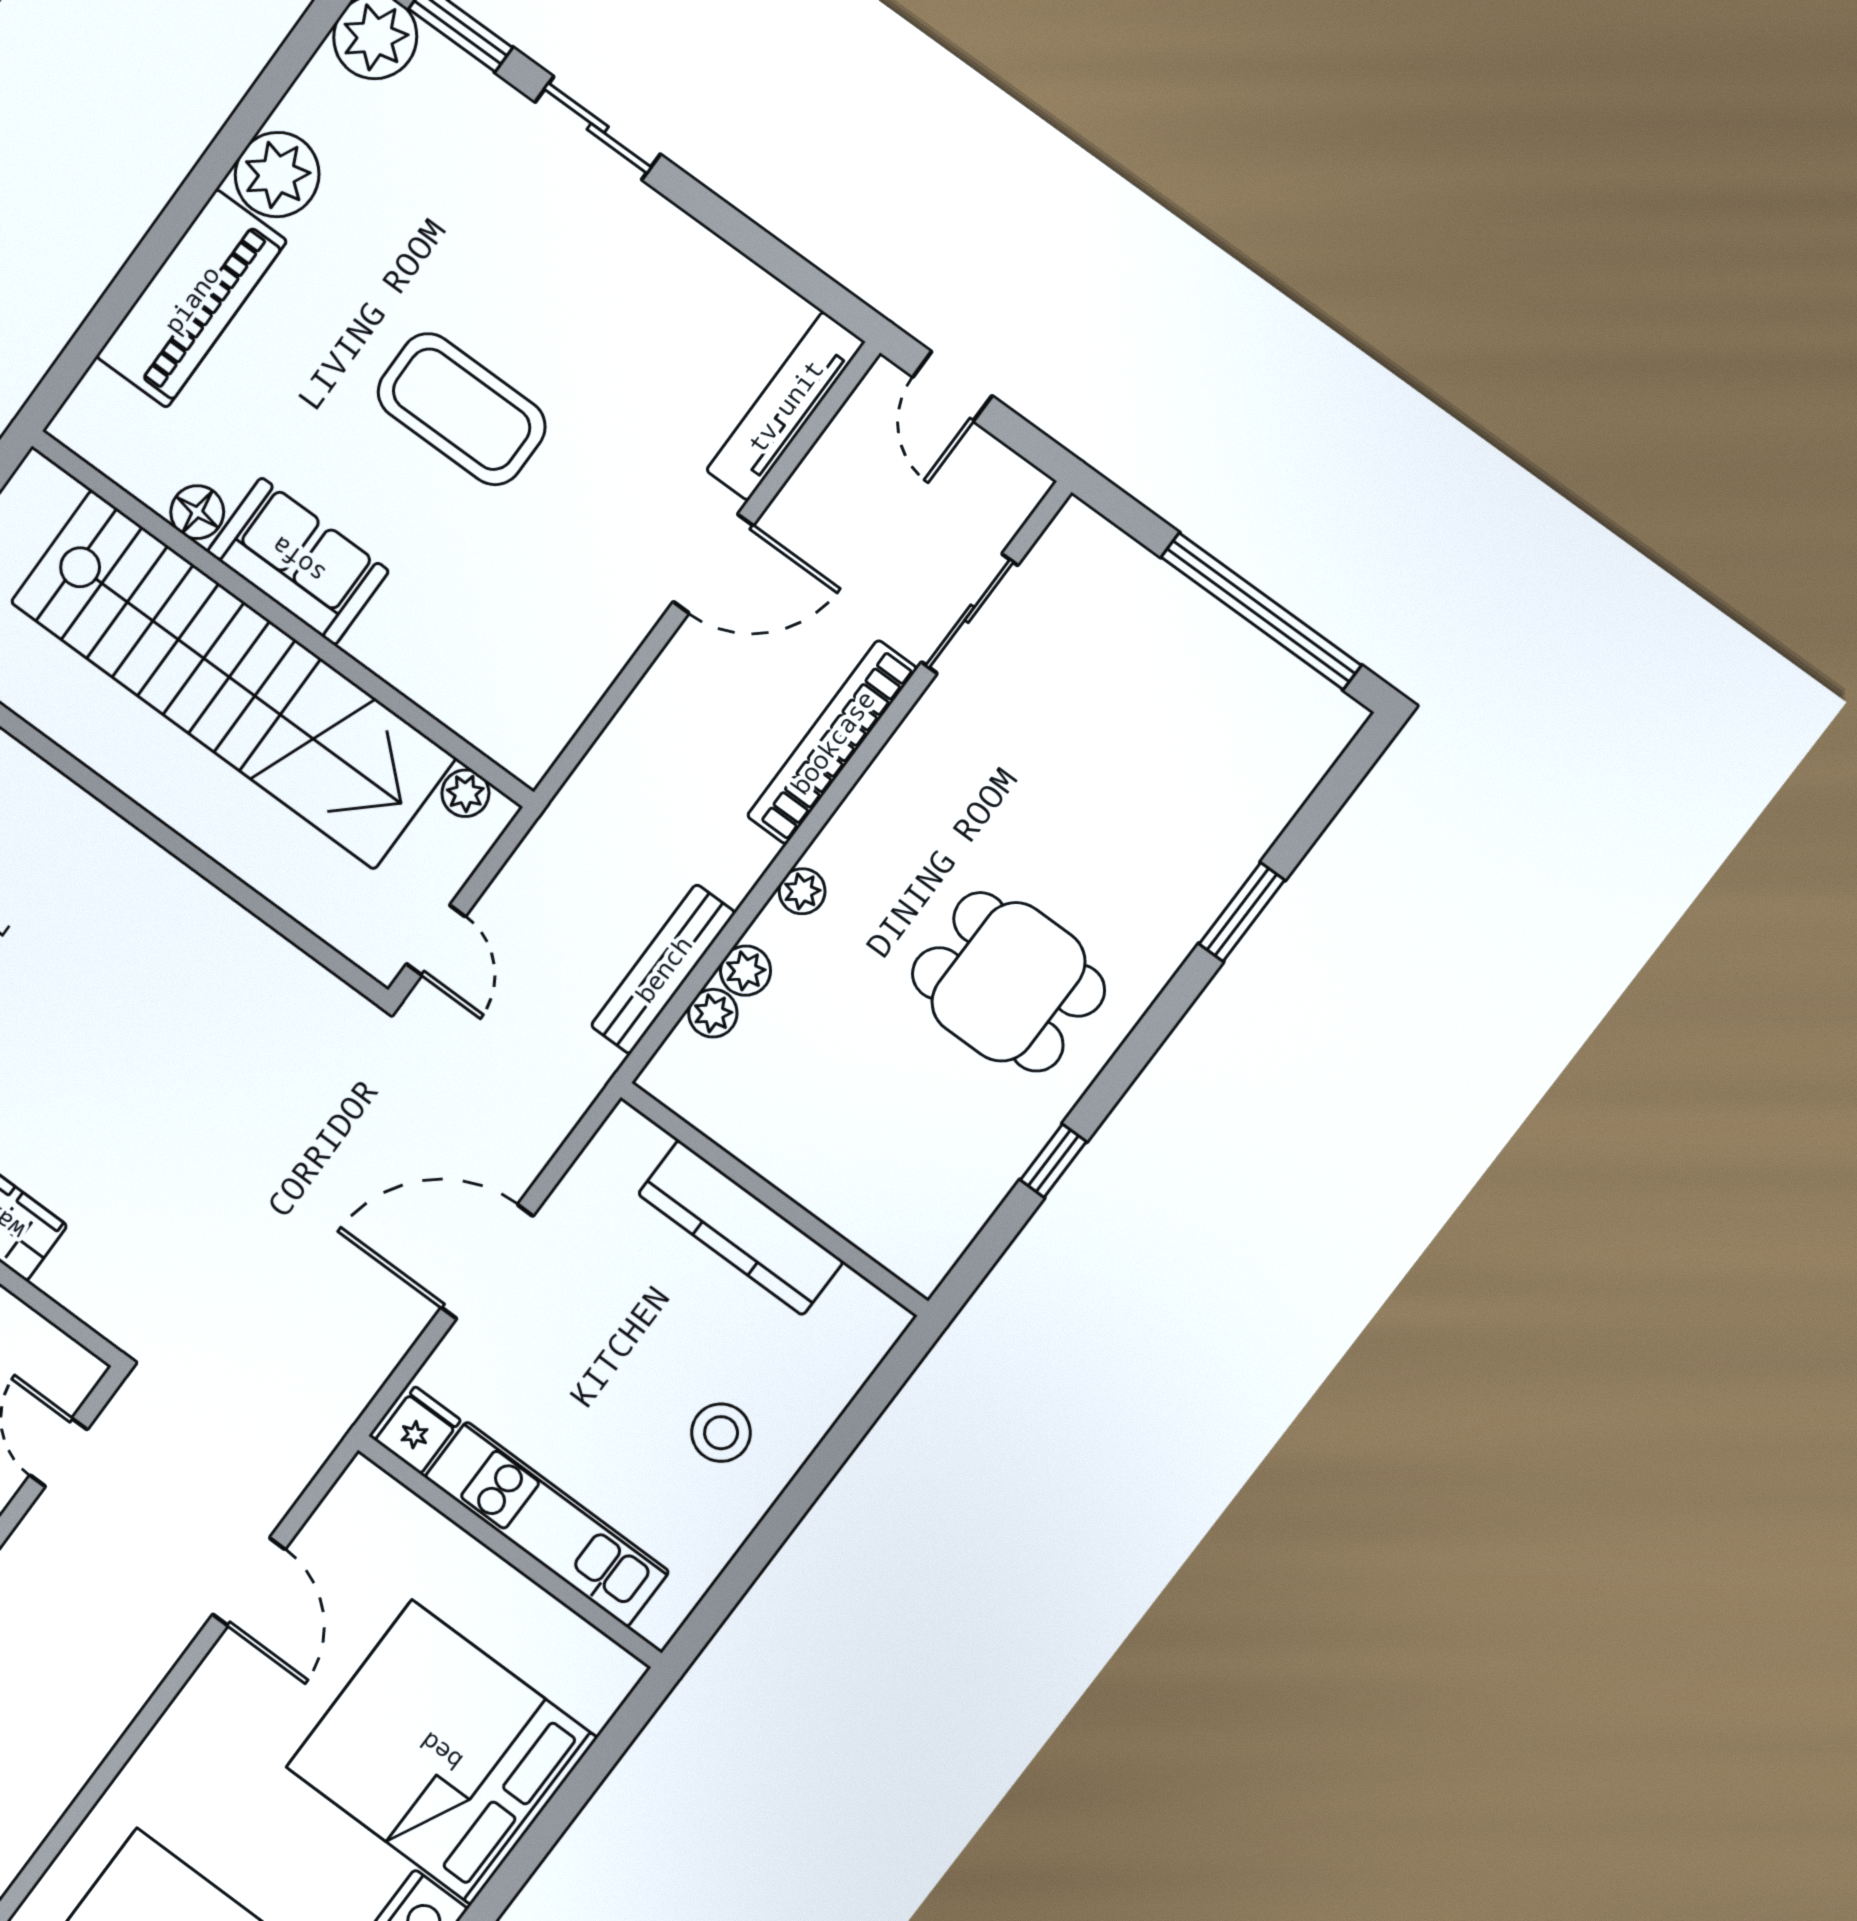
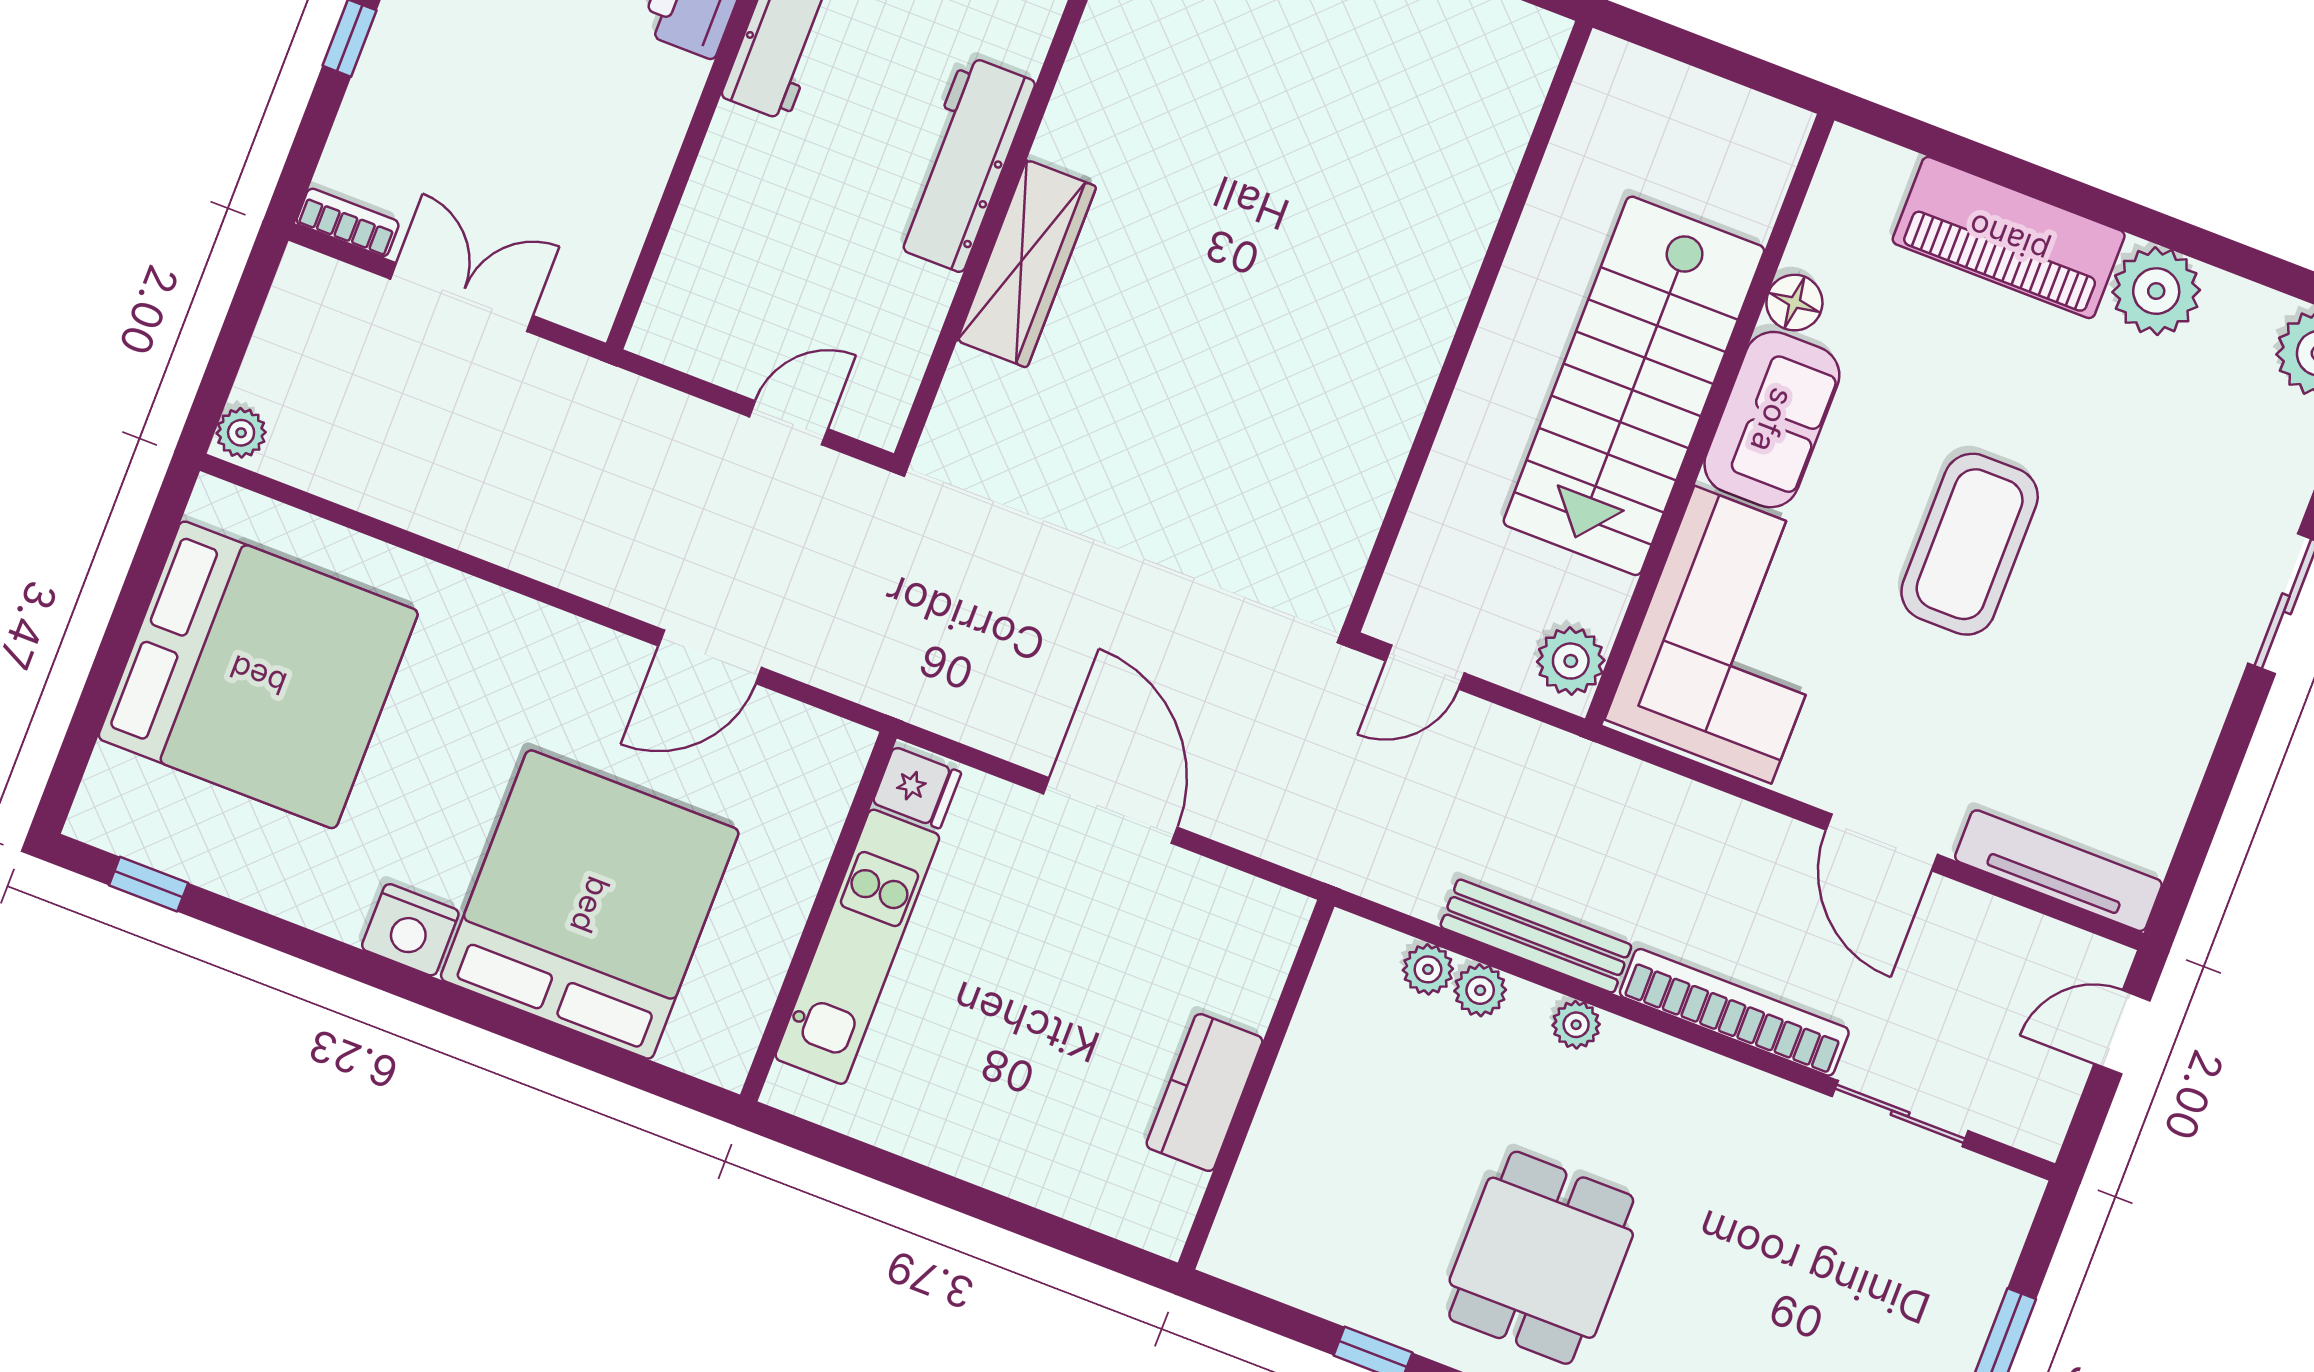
corner sofa: (484, 650) -> (1733, 635), added
stairs: (233, 680) -> (1634, 386), width x0.73
plant: (465, 793) -> (1571, 661), width x1.38, depth x1.38
bench: (663, 969) -> (1536, 936), moved
kitchen counter: (741, 1228) -> (1204, 1093), width x0.67
stool: (721, 1433) -> (1002, 1098), removed

